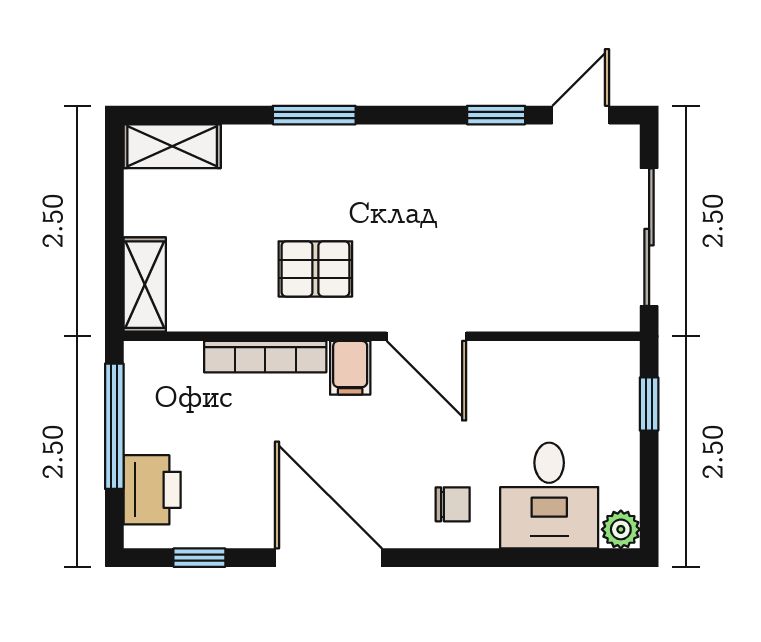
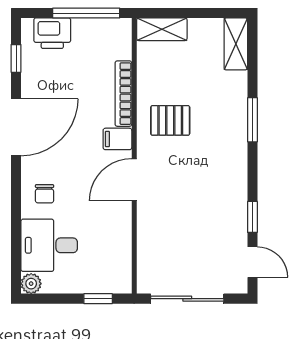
pallet: (315, 269) -> (170, 120), turned 90

